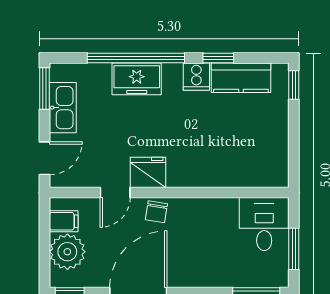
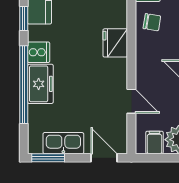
cooker: (196, 77) -> (39, 52), moved
fridge: (148, 172) -> (115, 43), moved
chair: (156, 212) -> (152, 22), moved

